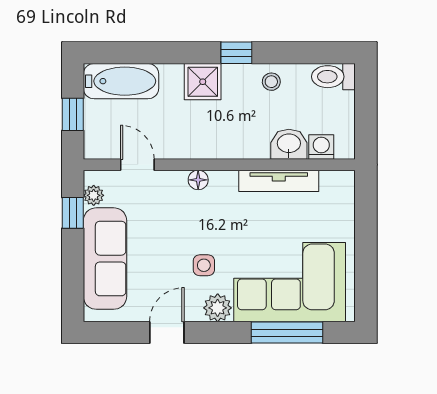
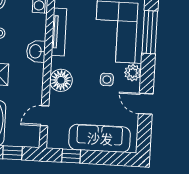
washbasin: (289, 144) -> (36, 51), moved
floor lamp: (198, 180) -> (61, 80), width x1.89, depth x1.89
plant: (94, 195) -> (61, 143), removed

